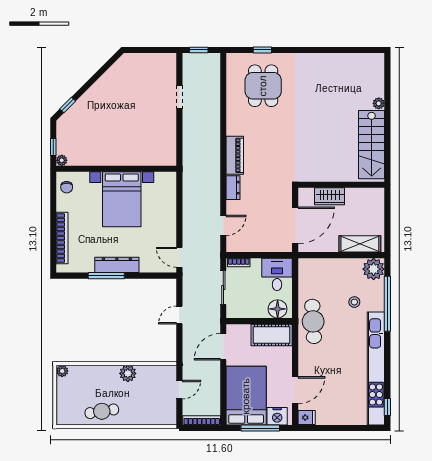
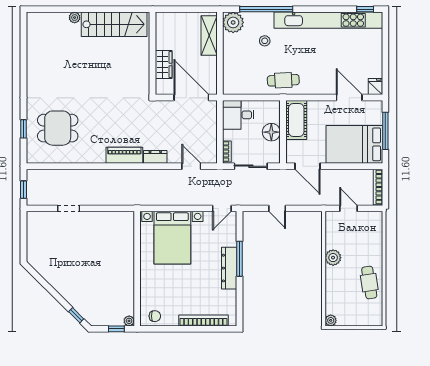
bed with nightstands: (122, 199) -> (172, 238), moved, turned 90
window: (106, 276) -> (239, 259), moved
floor lamp: (278, 309) -> (271, 132), moved
cafe table: (313, 321) -> (283, 80), width x0.73, depth x0.74
nightstand: (277, 416) -> (374, 115), removed

